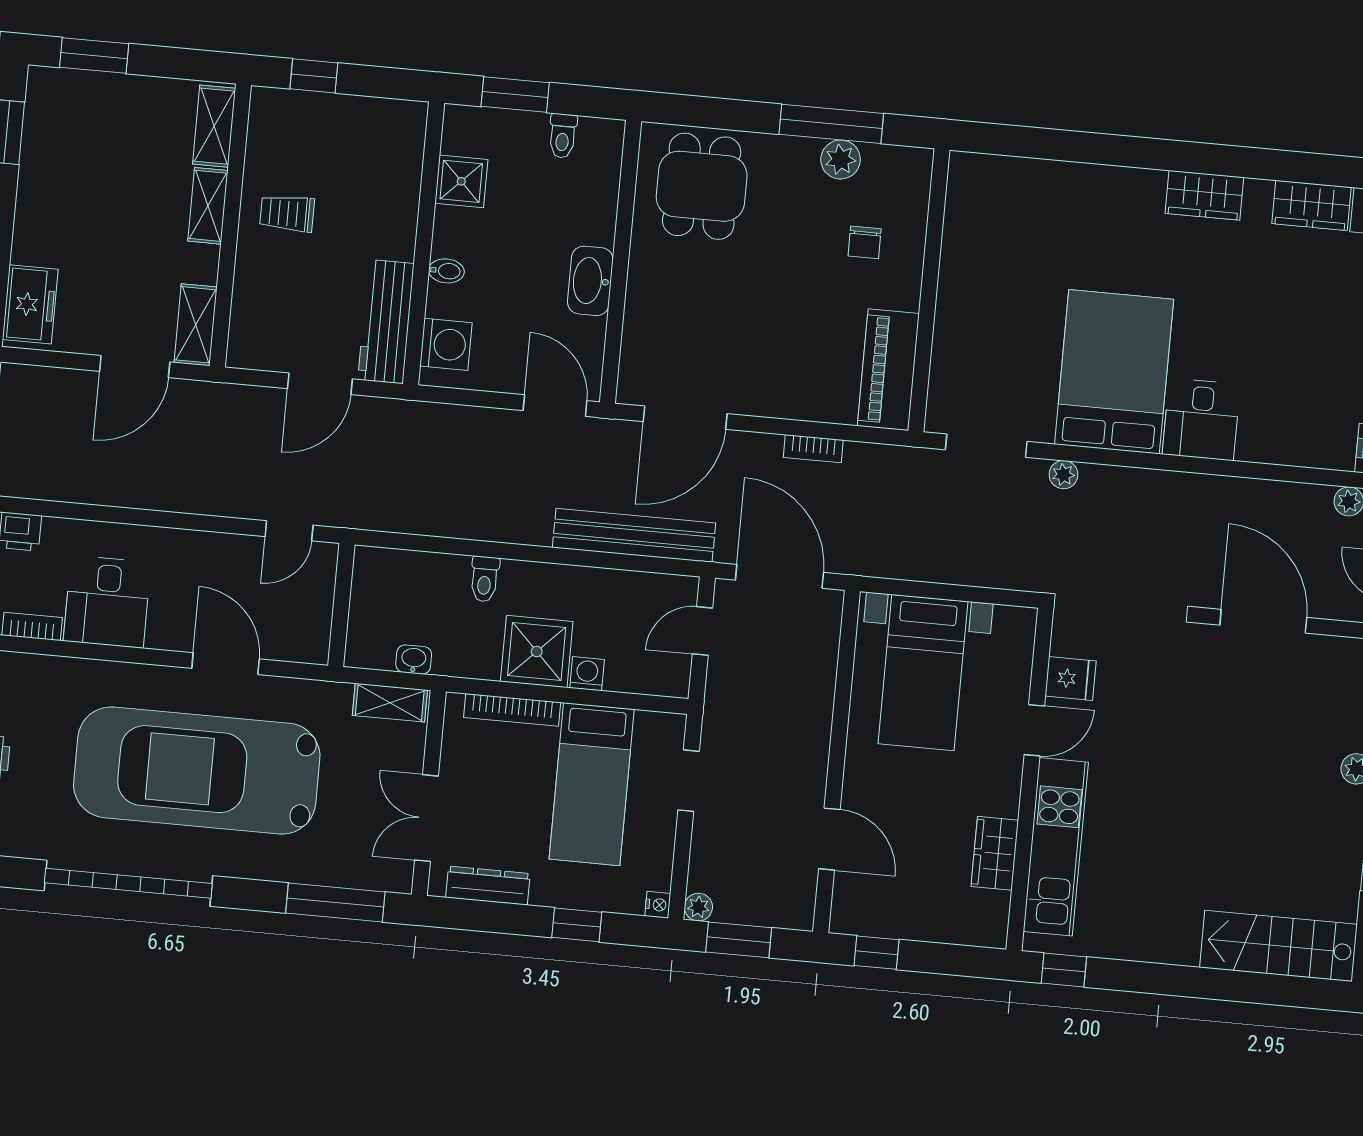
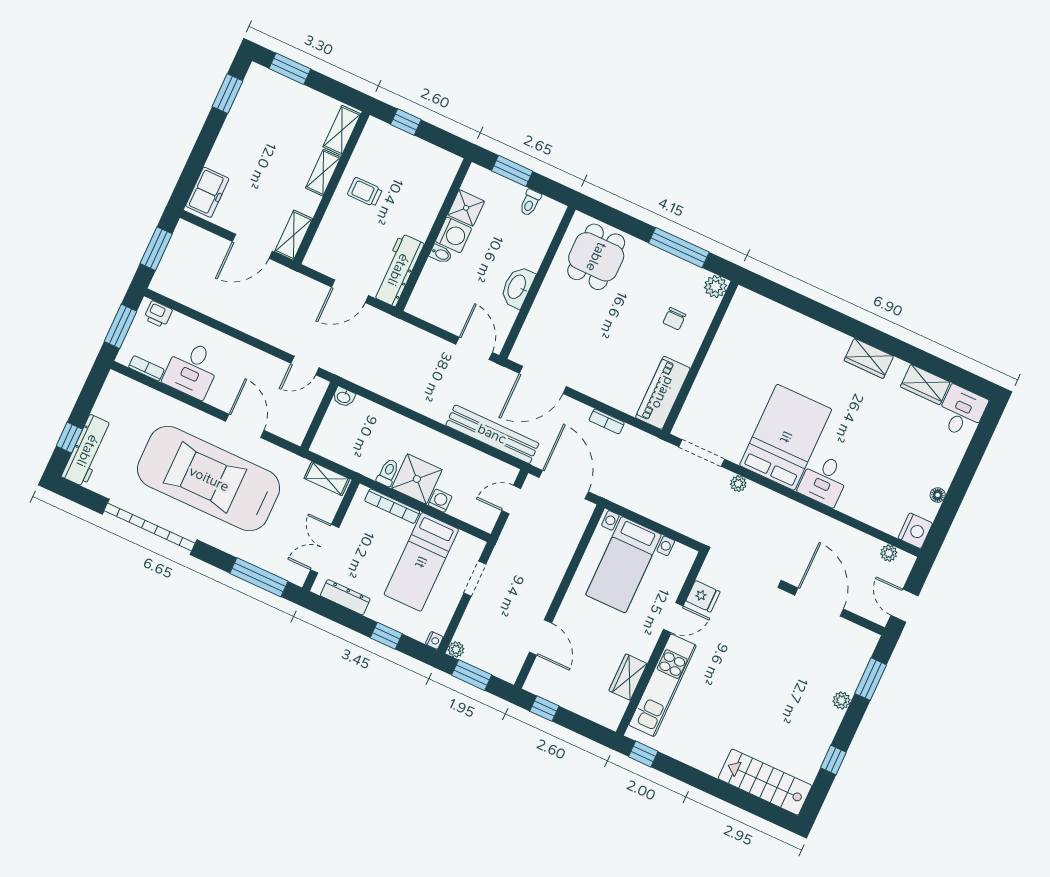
plant: (841, 159) -> (716, 287), moved
washing machine: (446, 344) -> (453, 235), moved
toilet: (485, 579) -> (388, 473), moved, turned 180
washbasin: (414, 660) -> (344, 397), moved, turned 180

